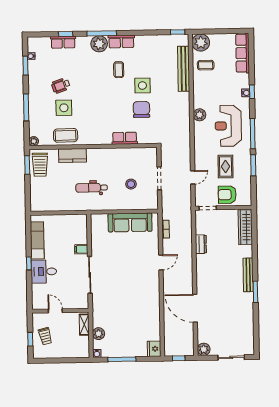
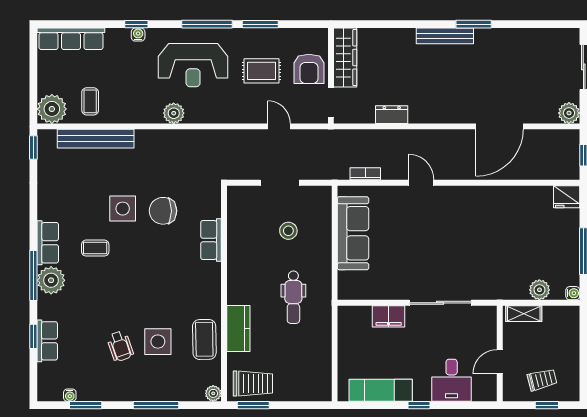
wardrobe: (245, 227) -> (345, 58), moved, turned -90
filing cabinet: (81, 249) -> (389, 316), width x2.00
desk: (44, 272) -> (452, 380), moved

